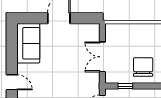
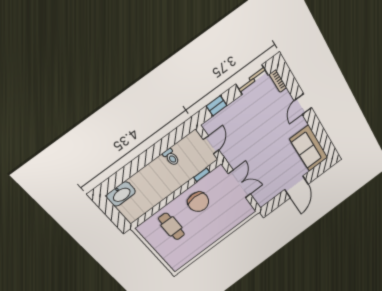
door: (12, 82) -> (303, 104), hinge flipped

